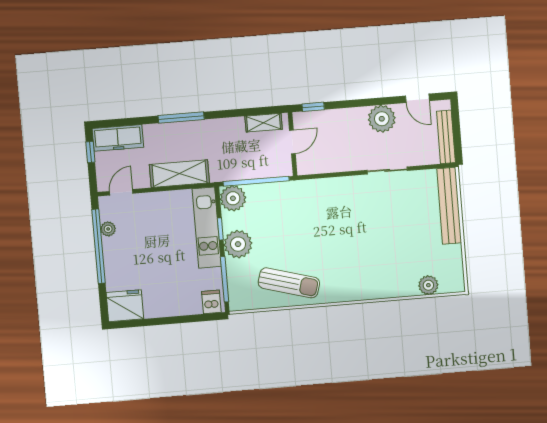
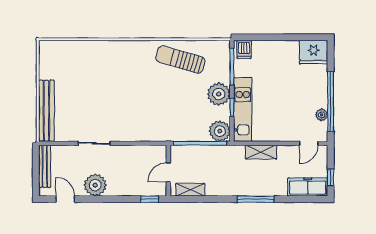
shelving: (179, 174) -> (261, 152), width x0.67, depth x0.75
plant: (428, 285) -> (68, 48), removed

